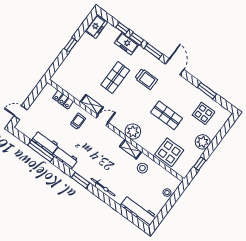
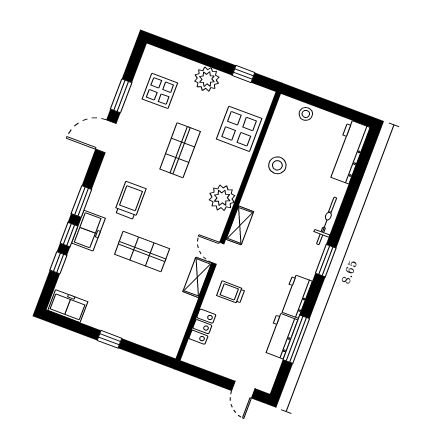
freezer: (127, 44) -> (88, 231), moved
door: (175, 67) -> (106, 136), moved
shelving: (131, 149) -> (240, 225), moved

